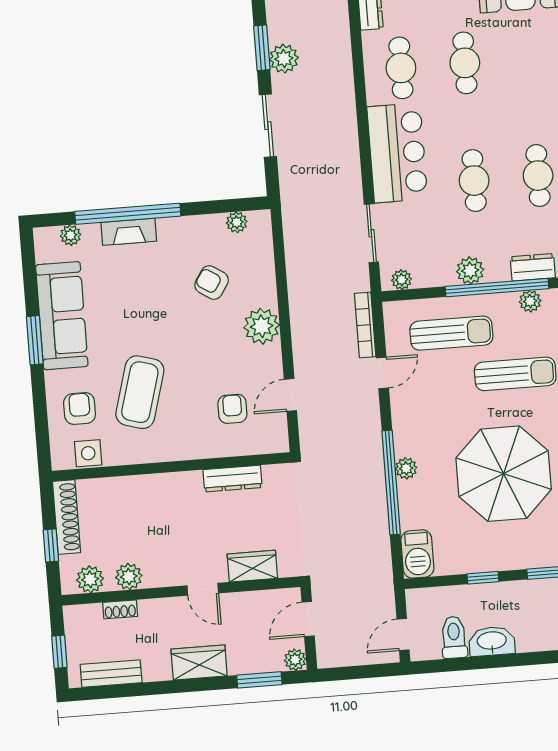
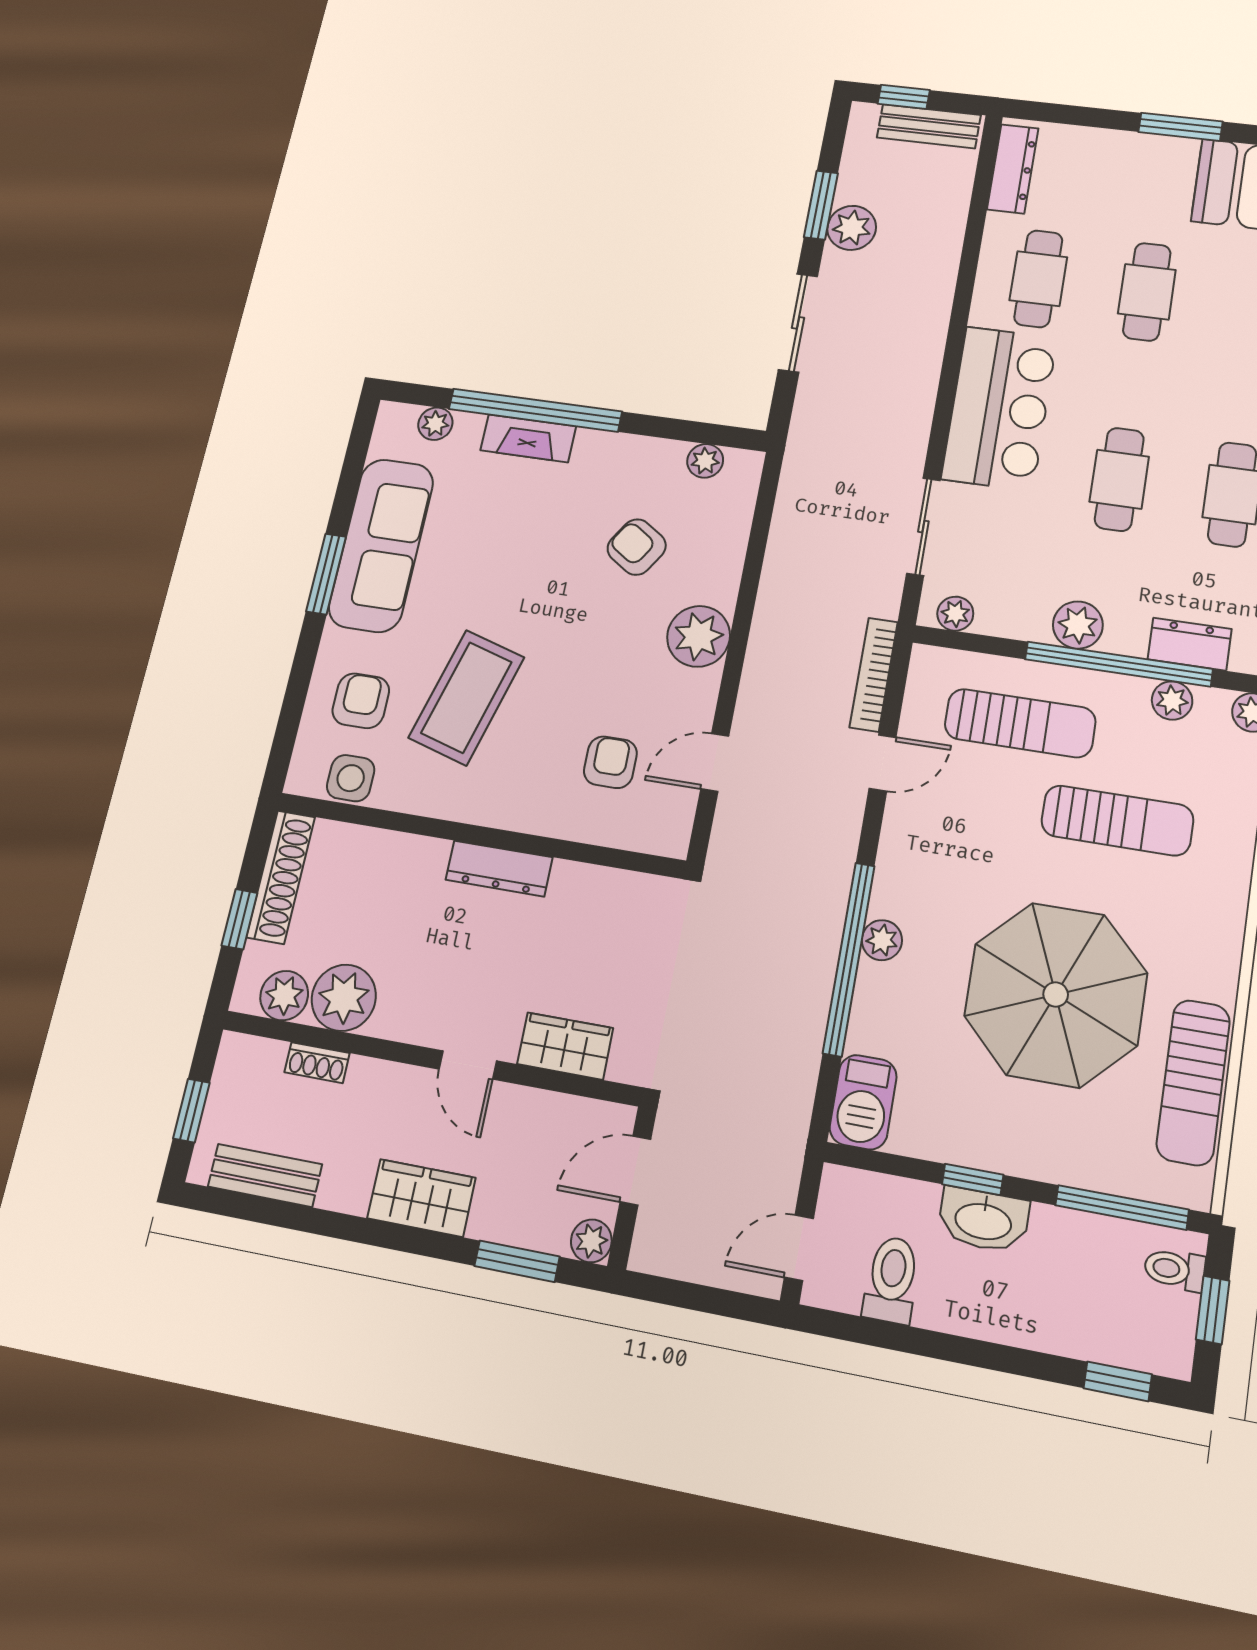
dresser: (233, 479) -> (499, 869), moved
plant: (129, 577) -> (344, 998), width x1.36, depth x1.36
washbasin: (492, 641) -> (983, 1220), moved, turned 180

